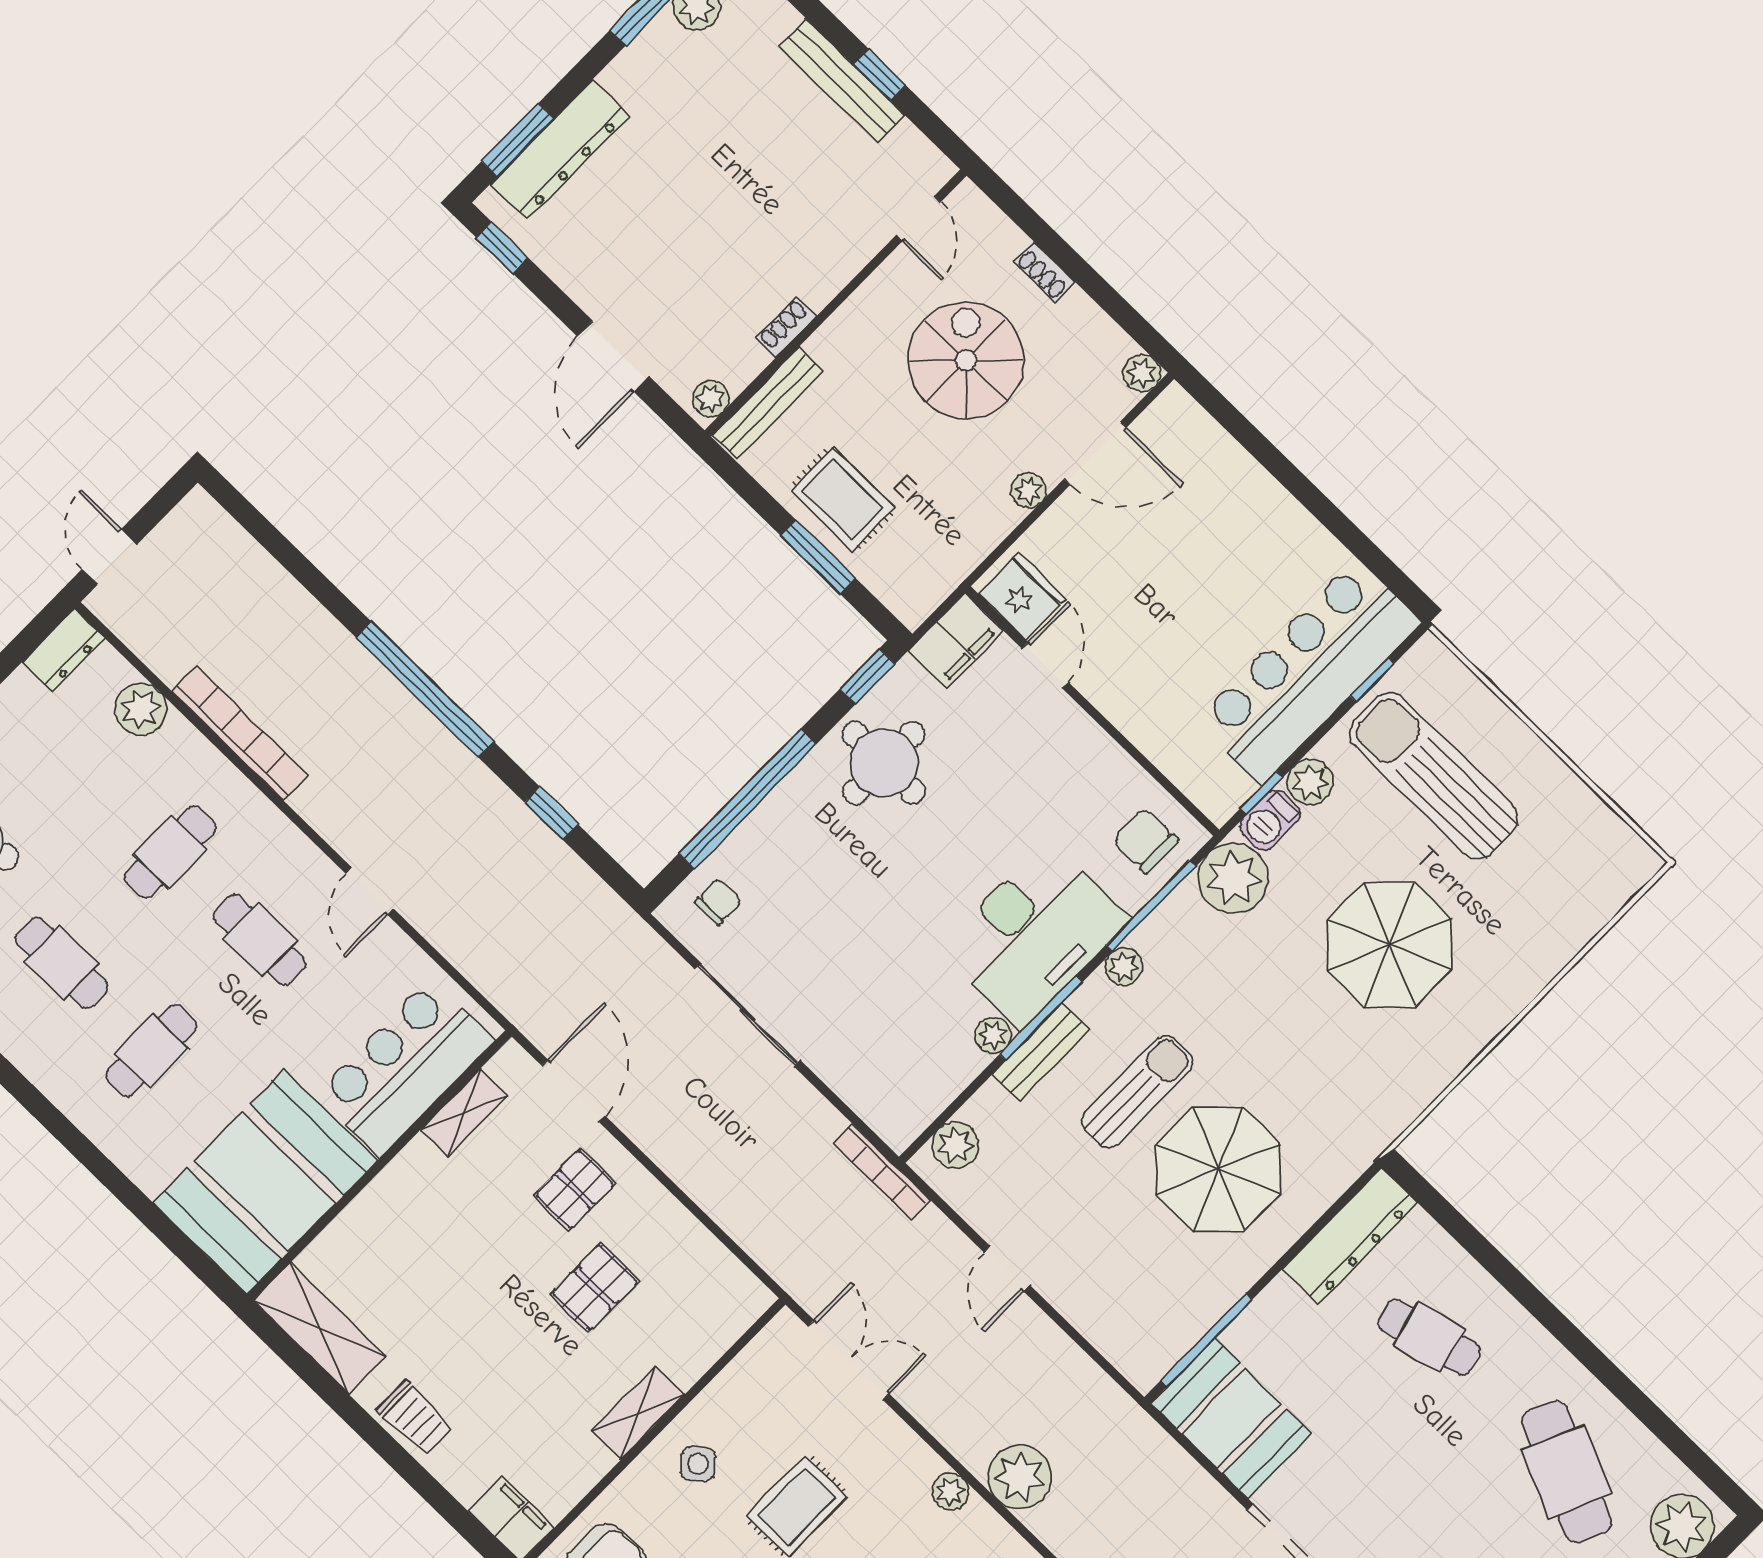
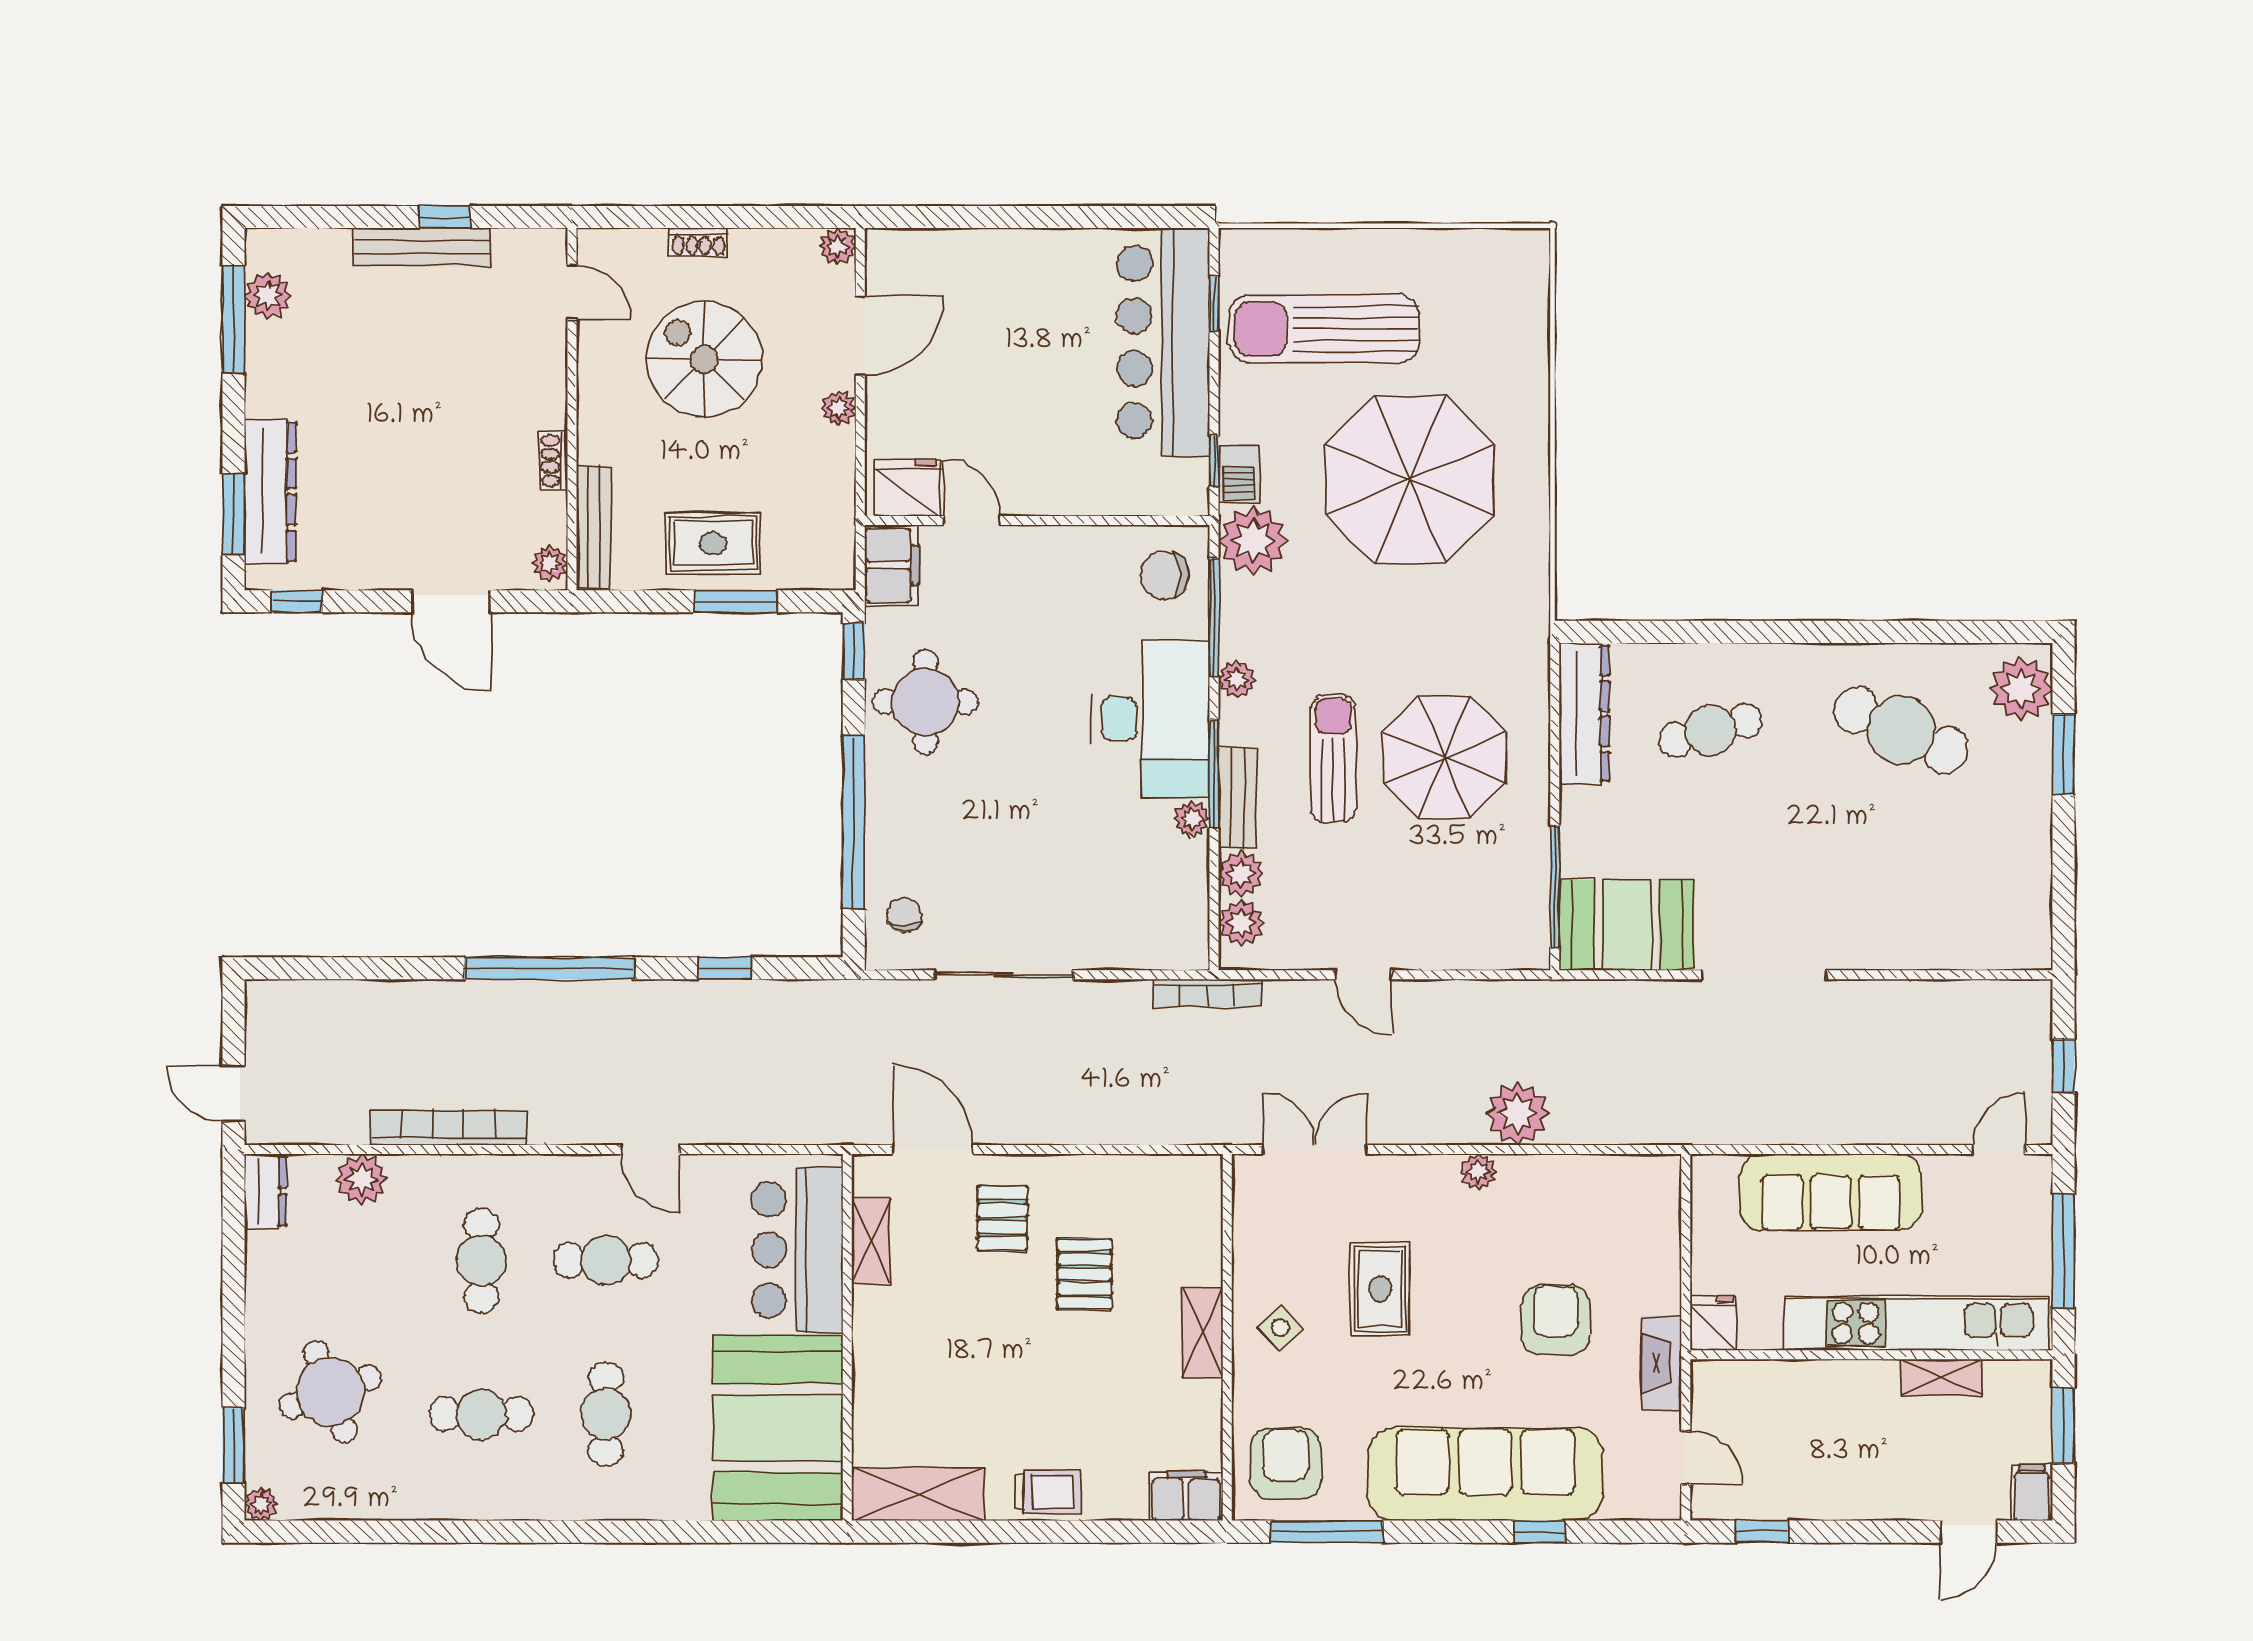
plant: (1310, 782) -> (1241, 874), moved
parasol: (1389, 945) -> (1410, 480), width x1.36, depth x1.36

